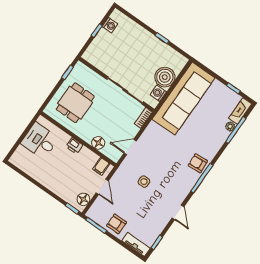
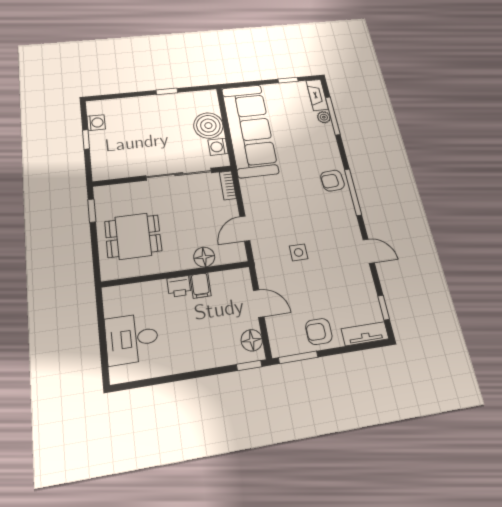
dining table: (75, 103) -> (133, 236), turned 90
desk: (40, 141) -> (132, 339), moved
filing cabinet: (101, 166) -> (201, 285), moved

